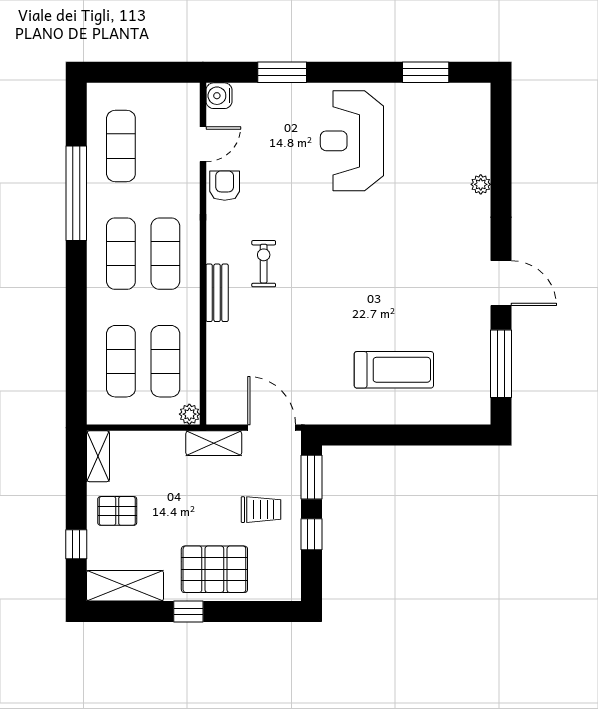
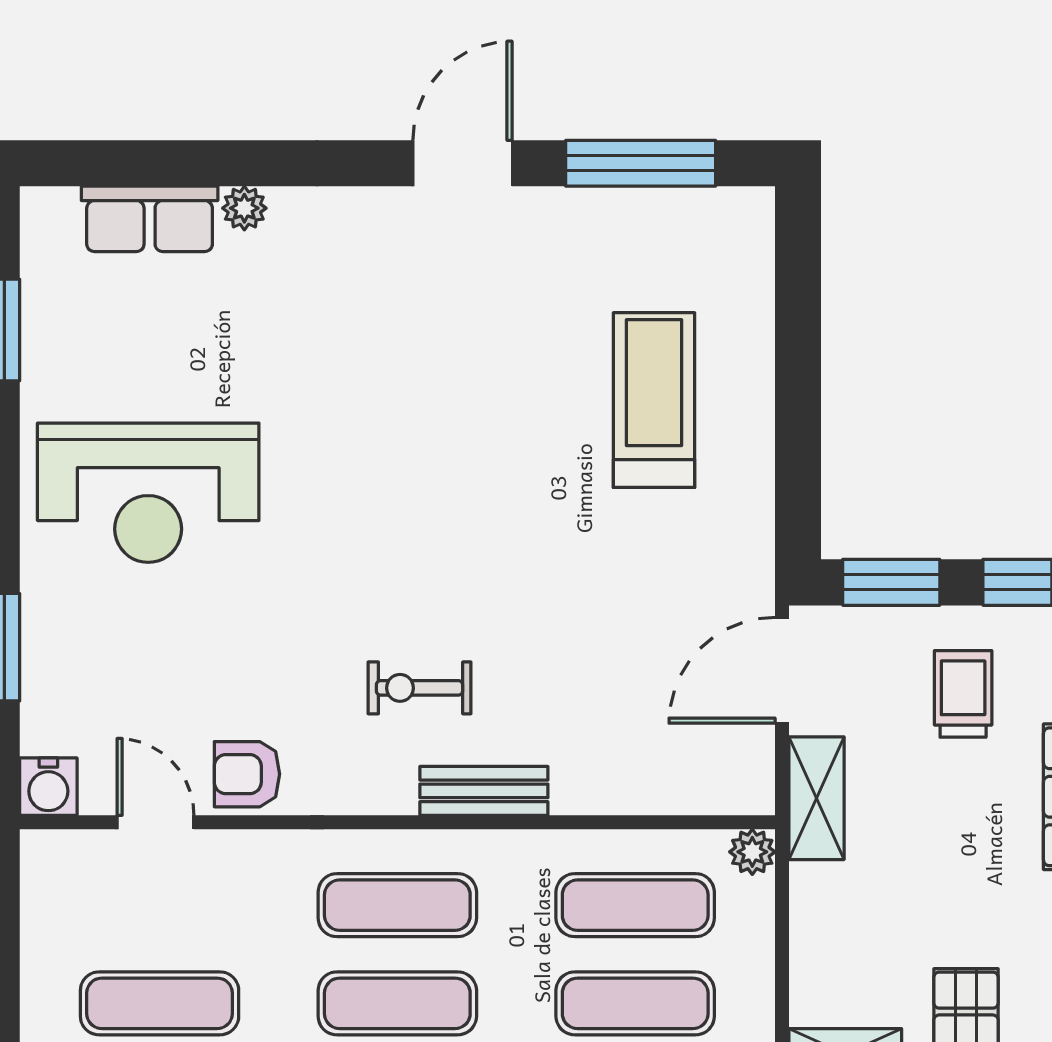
row of seats: (476, 141) -> (150, 219), added

